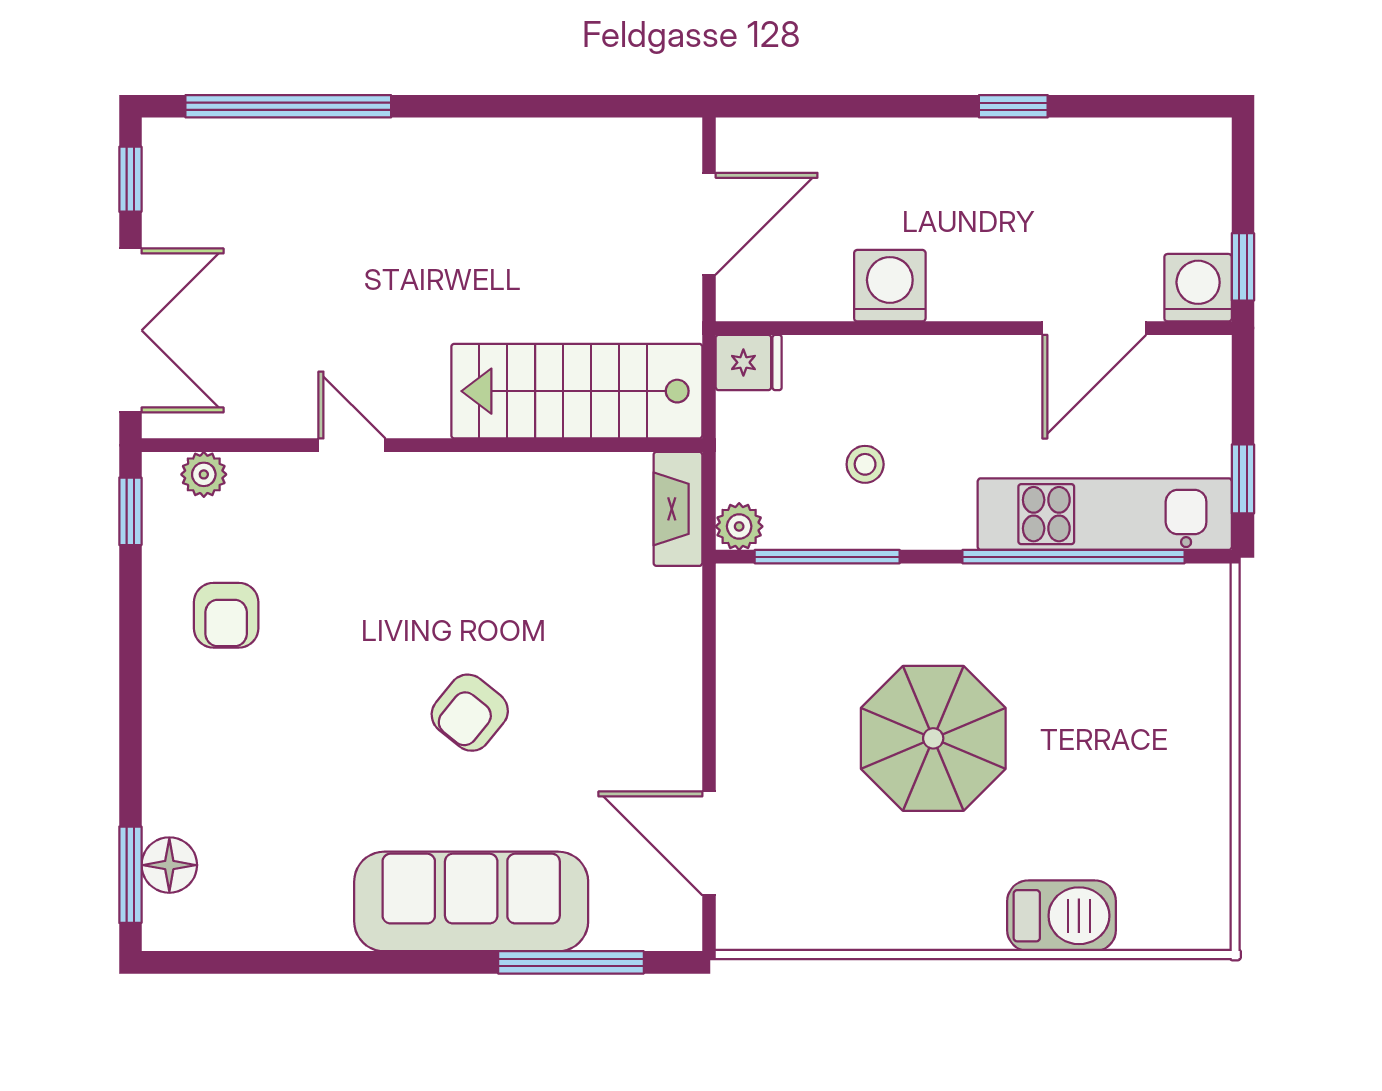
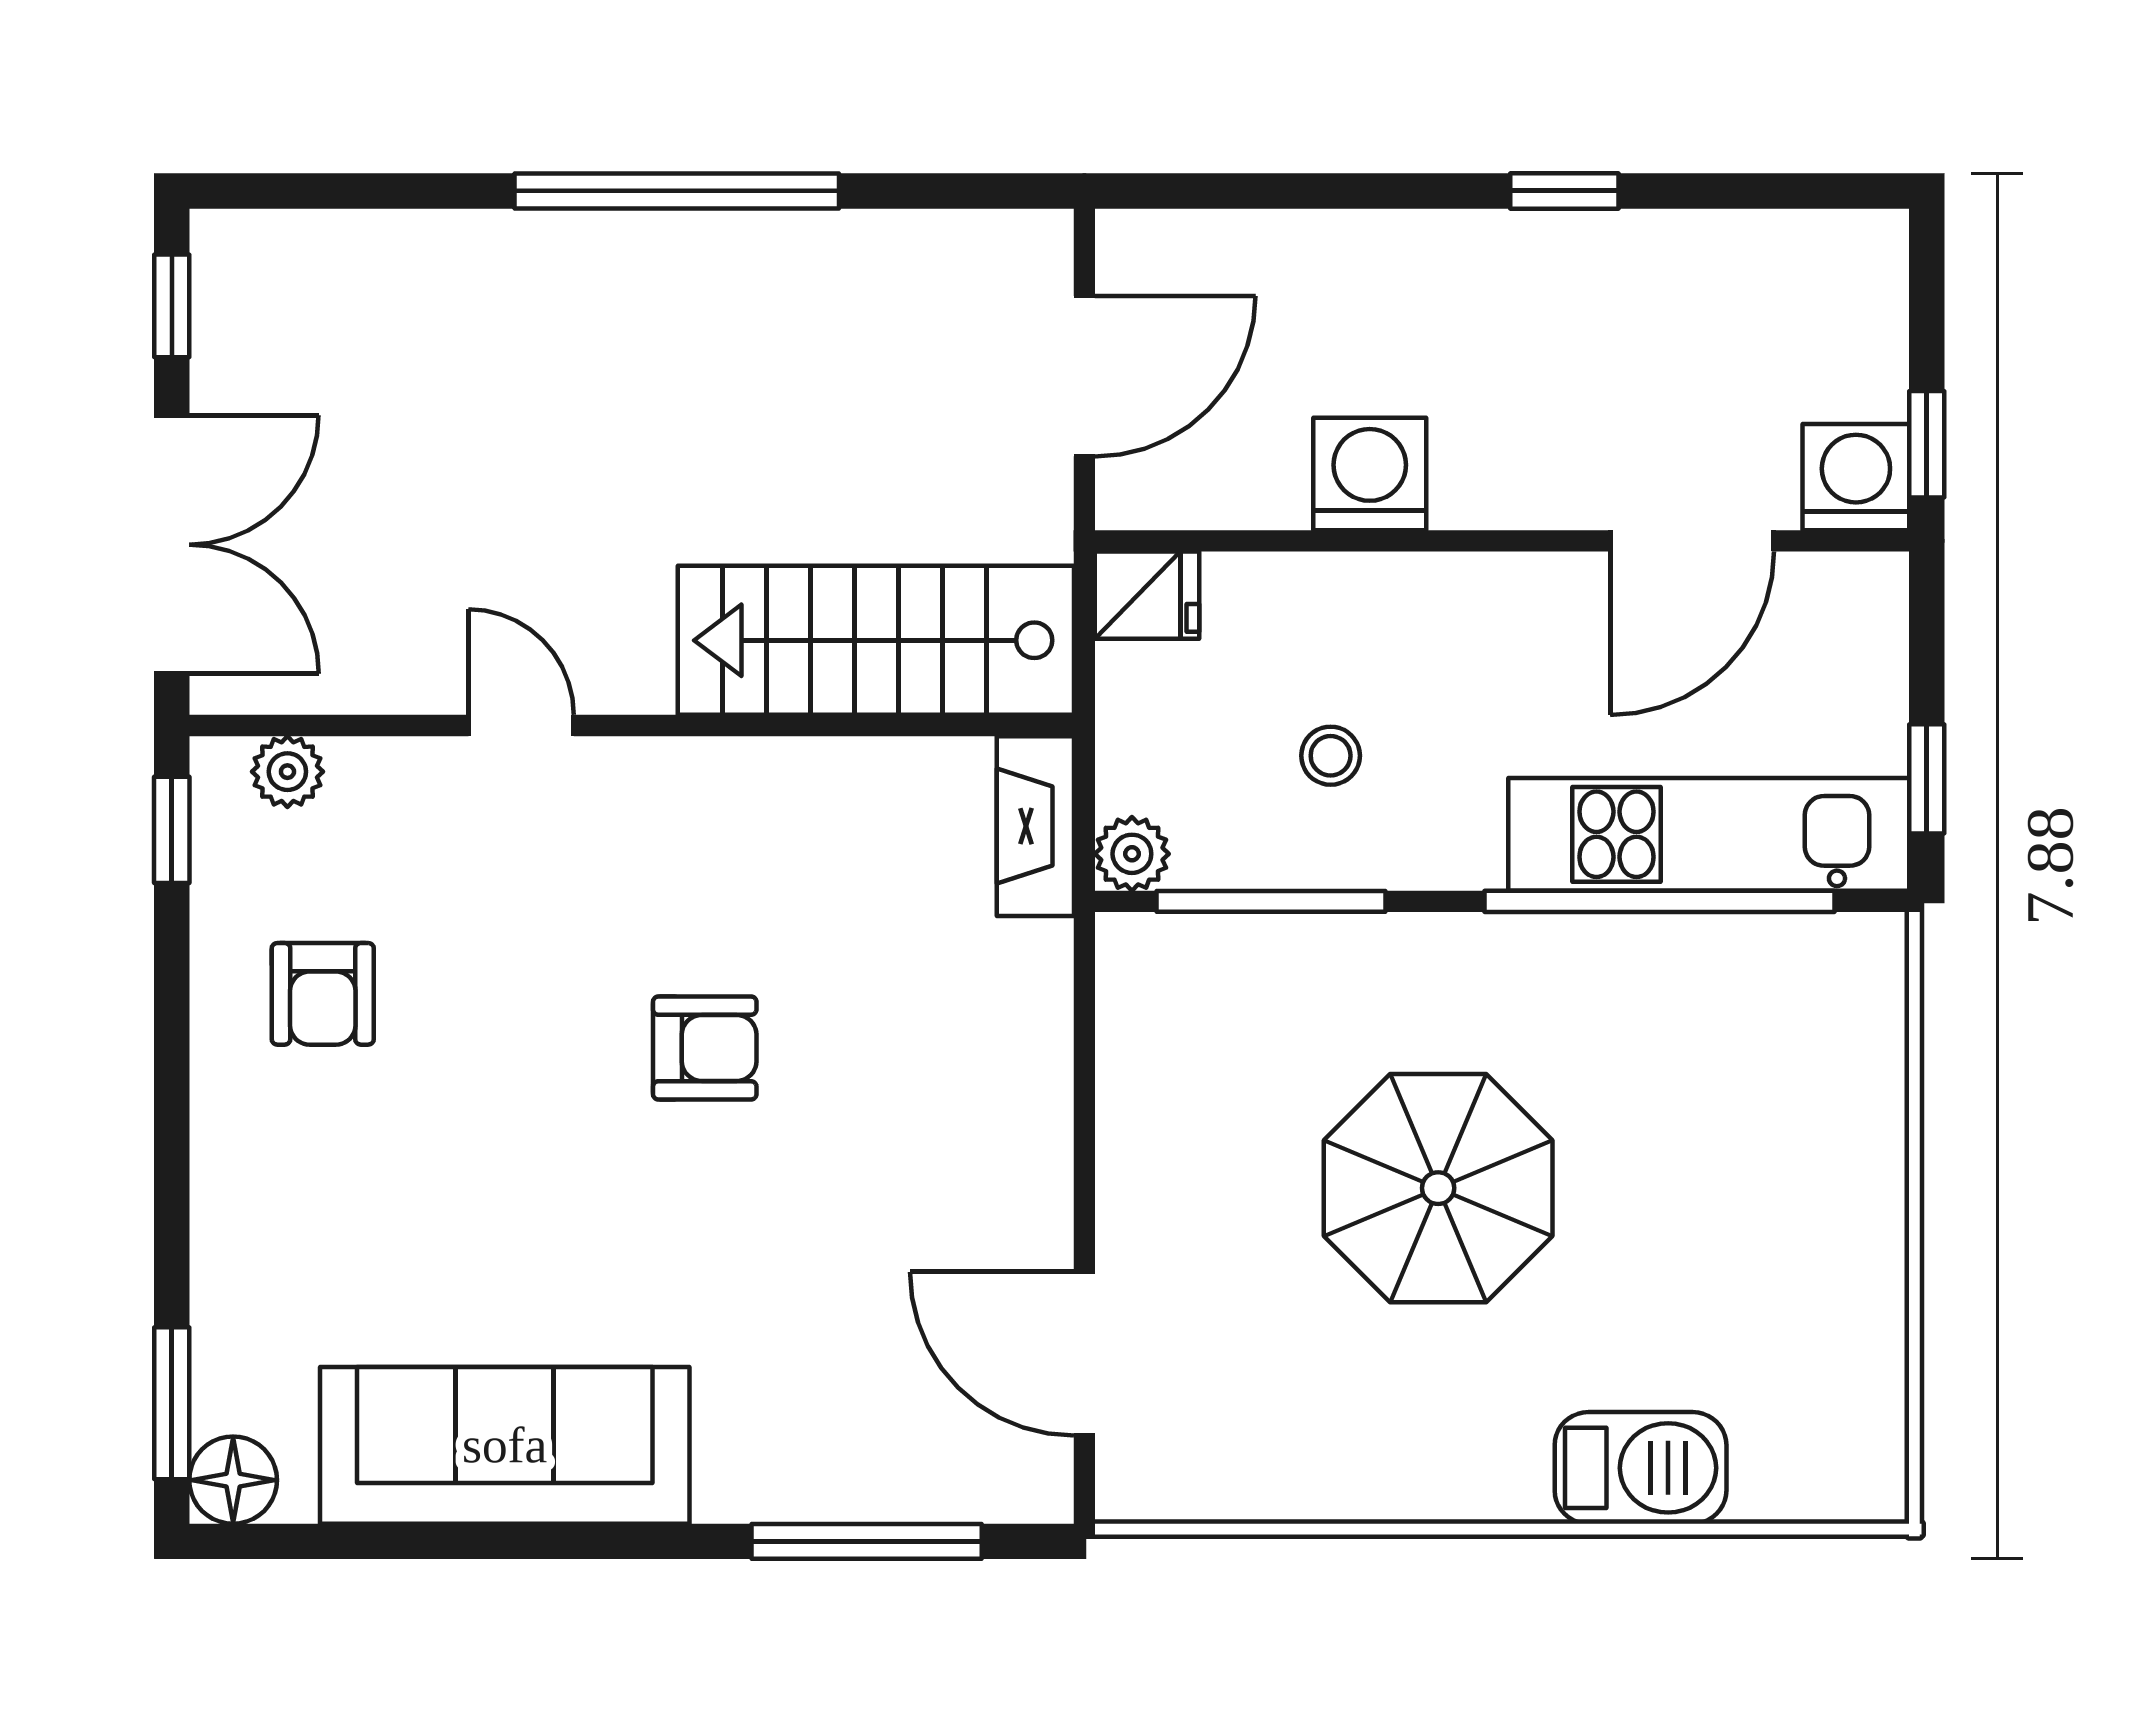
window: (288, 106) -> (677, 191), moved
armchair: (470, 713) -> (705, 1048), moved, turned -129
floor lamp: (169, 865) -> (233, 1480), moved
sofa: (471, 901) -> (505, 1445), moved

